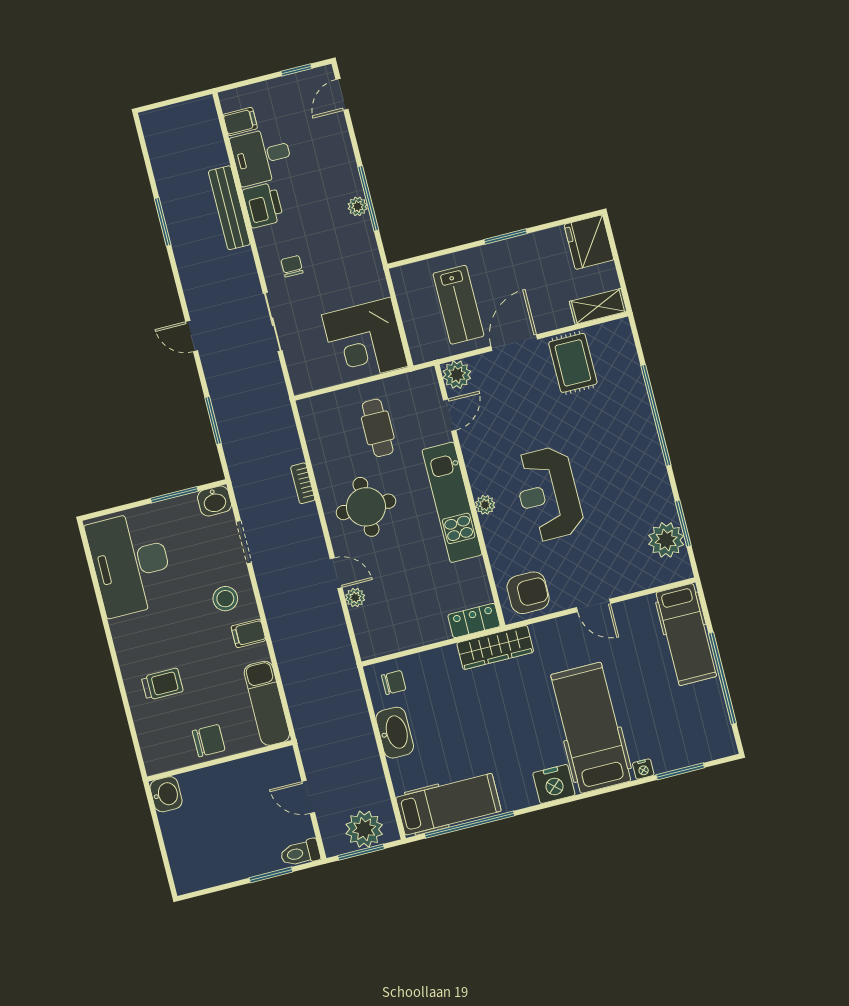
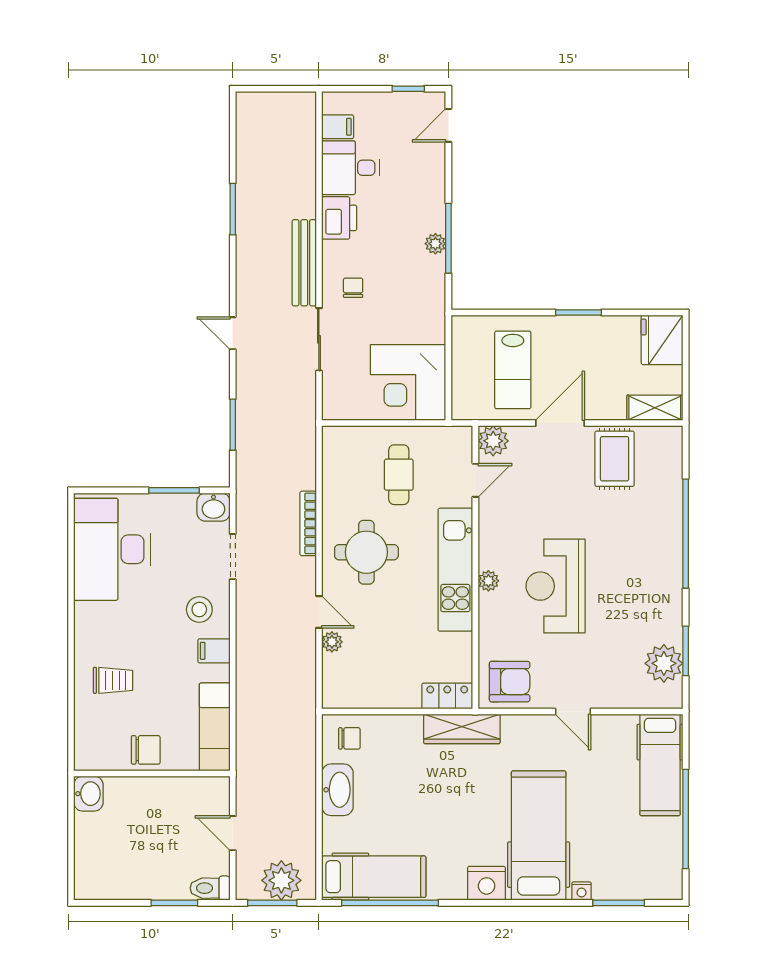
bench: (229, 208) -> (304, 263), moved
bookcase: (303, 483) -> (308, 523), width x1.56

